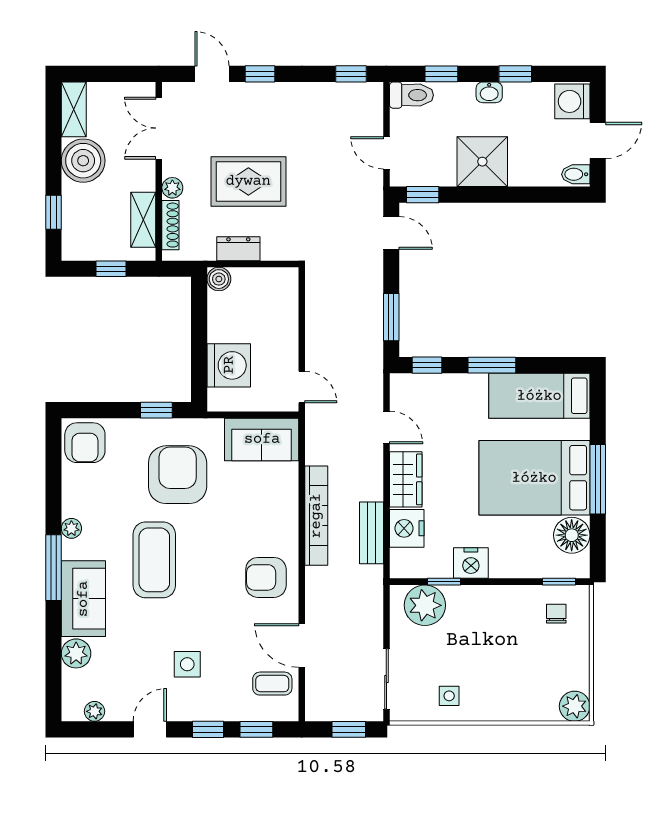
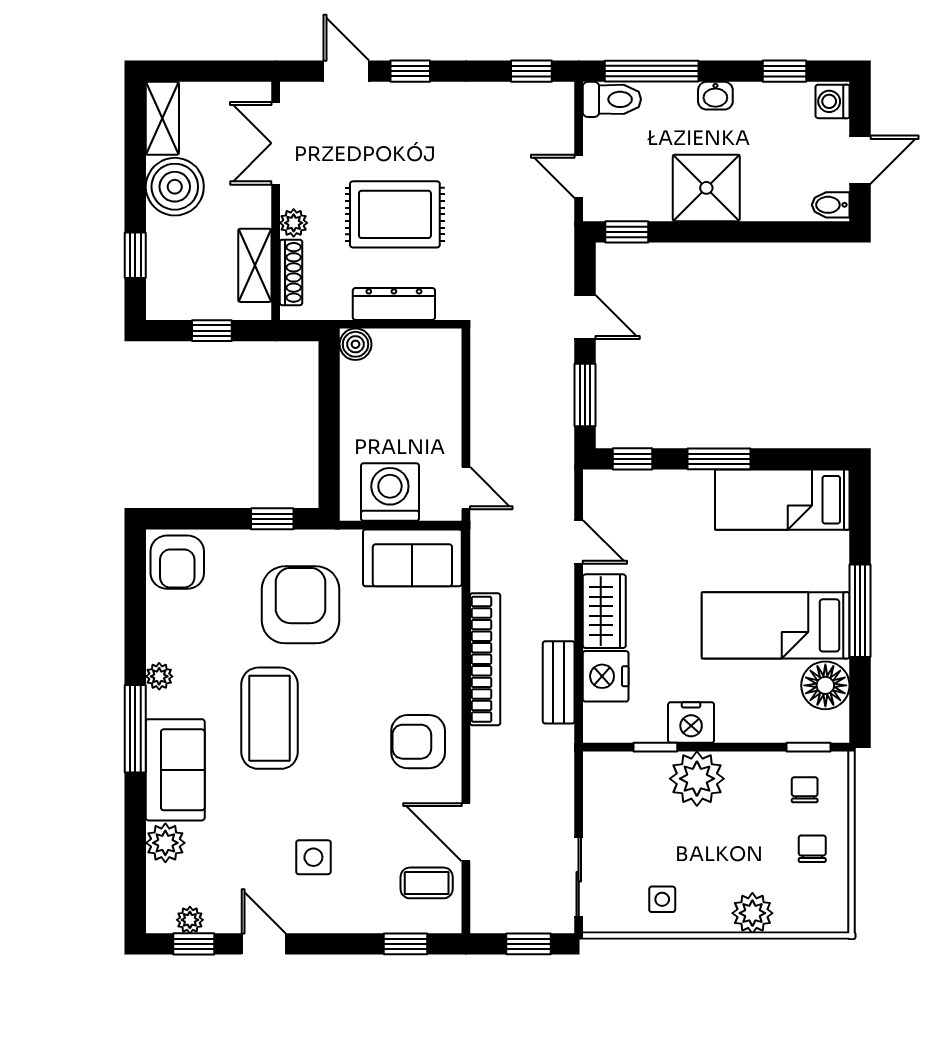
window: (441, 74) -> (652, 71), width x2.17
window: (515, 74) -> (784, 71), moved
washing machine: (572, 101) -> (833, 101), width x0.73, depth x0.73
door: (391, 233) -> (585, 317), moved
dresser: (238, 249) -> (394, 304), width x1.44
washing machine: (229, 365) -> (390, 492), moved, turned -90
bed: (534, 478) -> (776, 625), width x0.67
plant: (425, 605) -> (697, 779), moved
chair: (562, 658) -> (812, 849), added
plant: (575, 706) -> (752, 913), moved
door: (150, 729) -> (264, 944), hinge flipped
window: (208, 729) -> (194, 944), moved

